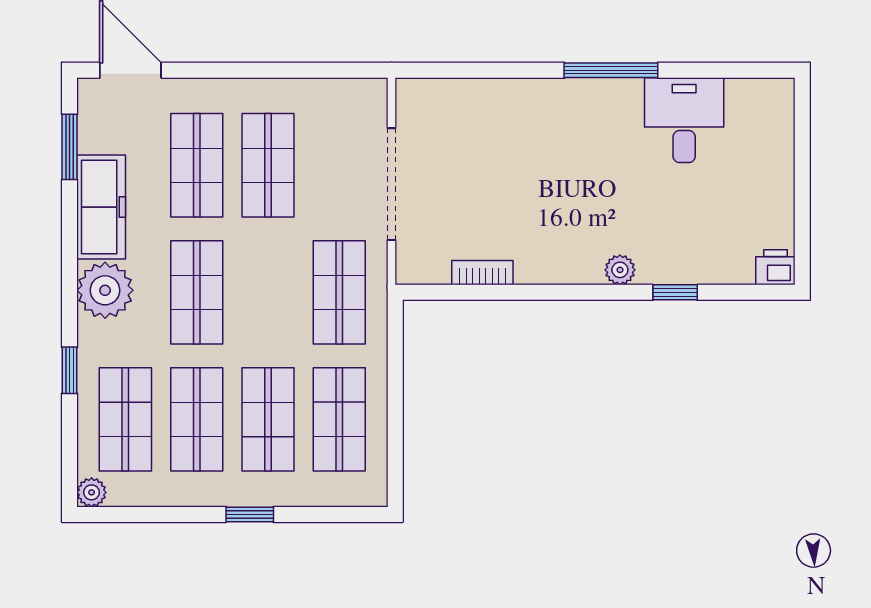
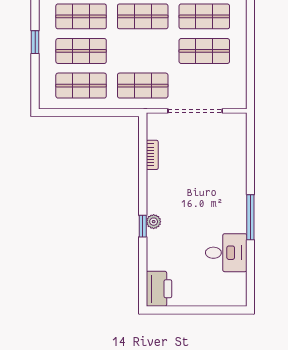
printer: (775, 267) -> (159, 289), width x1.87, depth x1.48
window: (675, 292) -> (143, 226), moved

